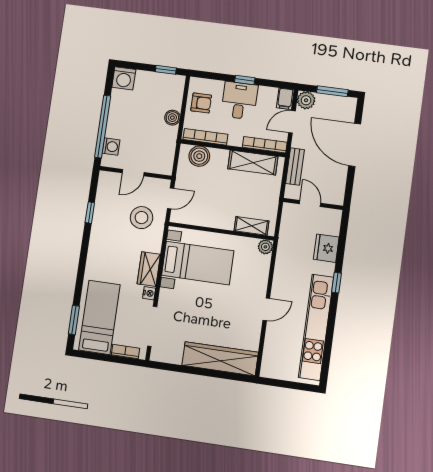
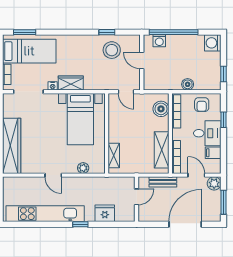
window: (245, 80) -> (224, 120), moved
filing cabinet: (285, 99) -> (213, 153), moved
stool: (142, 218) -> (112, 50), moved
plant: (265, 247) -> (83, 168), moved

